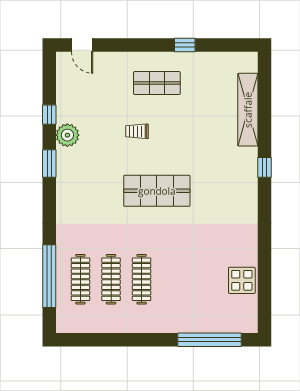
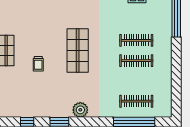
plant: (67, 135) -> (80, 110), moved
clothes rail: (111, 279) -> (136, 40), moved

